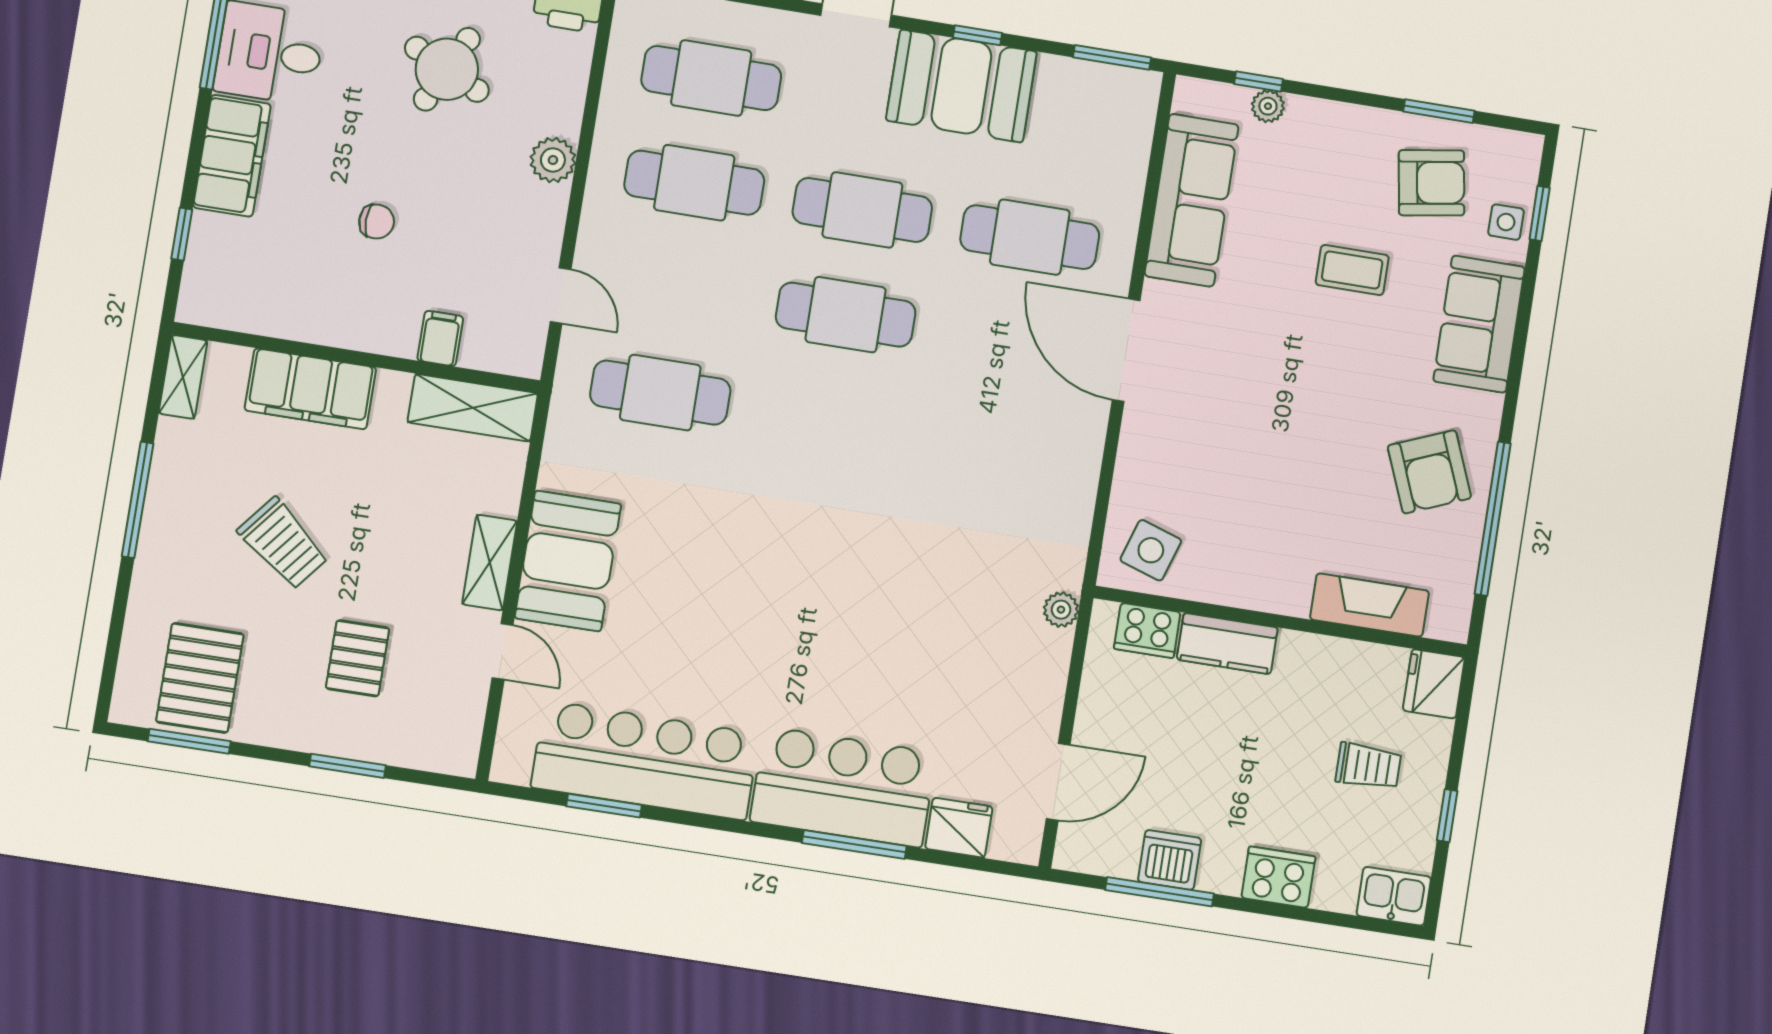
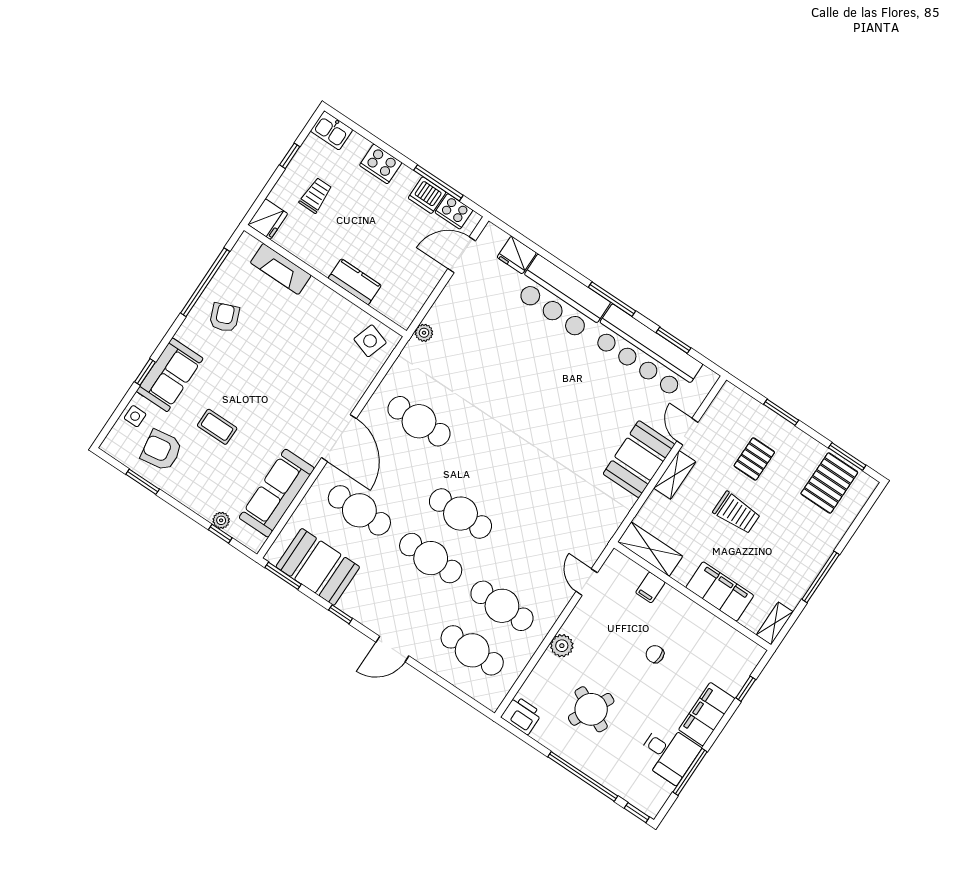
booth: (961, 86) -> (318, 567), moved
window: (1540, 213) -> (145, 372), moved
cafe table: (660, 393) -> (419, 421), moved
armchair: (1429, 472) -> (224, 317), width x0.72, depth x0.72
trolley: (283, 544) -> (737, 513), moved, turned 141
cooker: (1147, 630) -> (454, 211), moved, turned 180
trolley: (1368, 766) -> (316, 195), turned 90
window: (854, 844) -> (612, 299), moved

